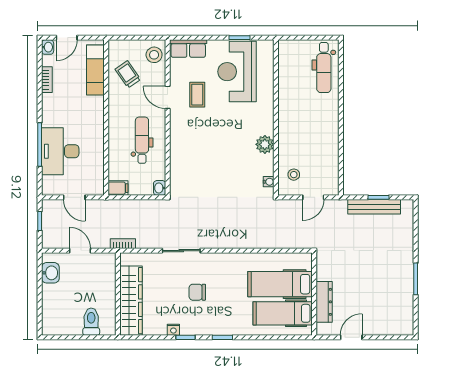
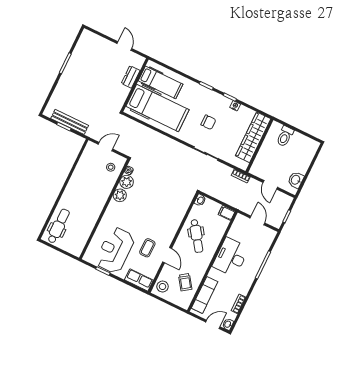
reception desk: (237, 72) -> (115, 250), turned 180
dental chair: (142, 140) -> (197, 236), turned -35
desk: (60, 151) -> (231, 257), moved, turned 180
plant: (264, 166) -> (127, 182), added
hospital bed: (280, 284) -> (158, 108), width x1.37, depth x1.29
dresser: (324, 302) -> (131, 77), width x0.70
door: (351, 337) -> (124, 46), swing flipped

